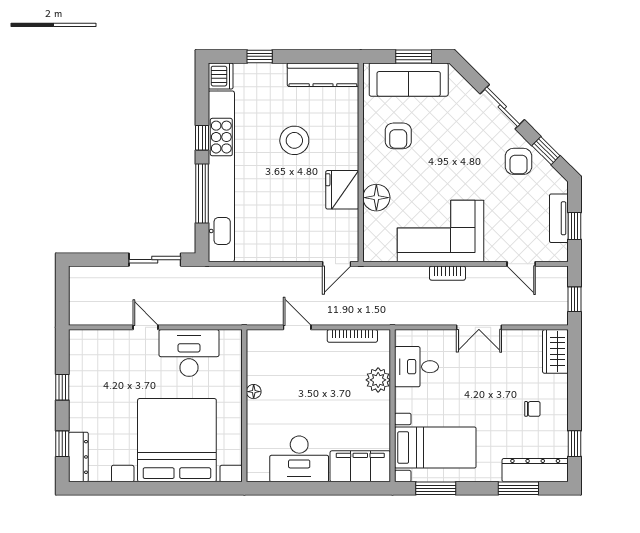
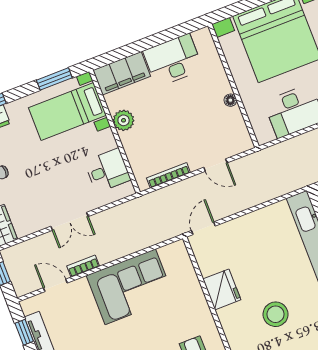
floor lamp: (376, 198) -> (192, 294), removed
bookcase: (447, 273) -> (83, 266), moved
double door: (479, 327) -> (70, 221), swing flipped
plant: (378, 380) -> (124, 120), moved

